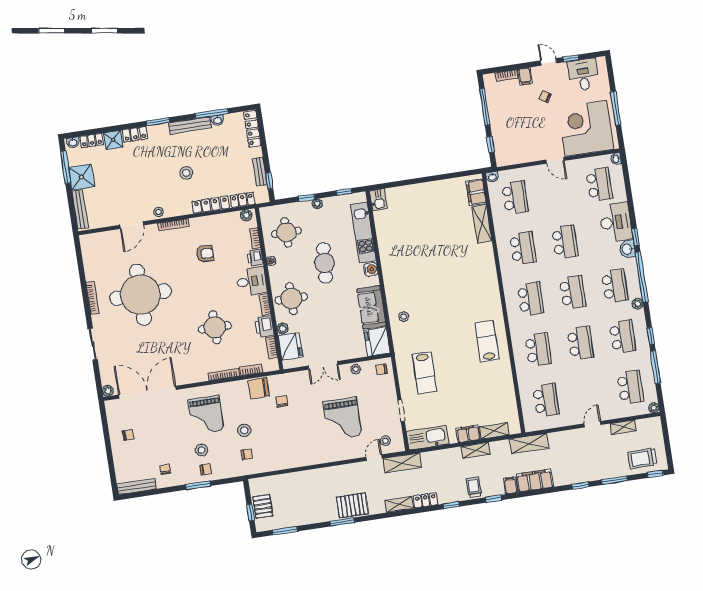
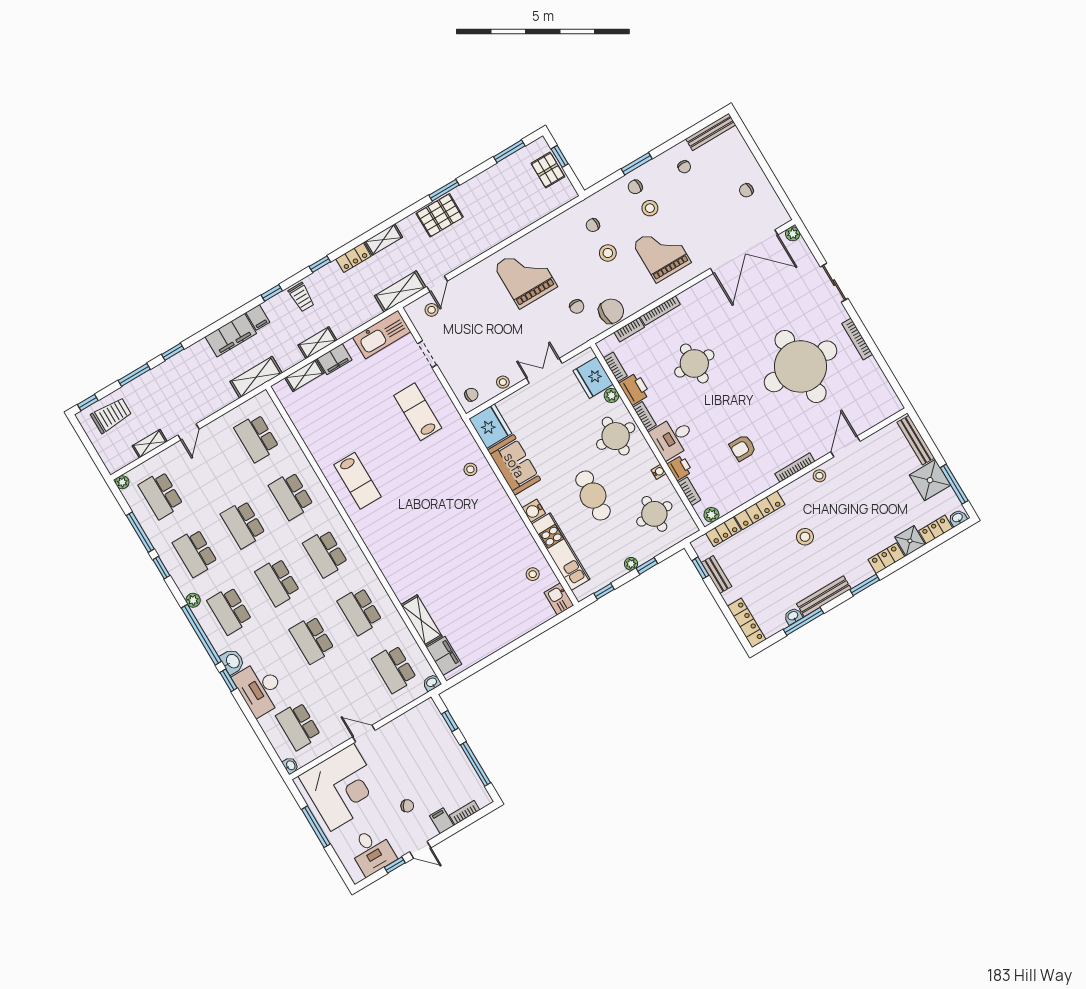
stool: (390, 225) -> (533, 574), added
grand piano: (342, 418) -> (526, 276), moved

